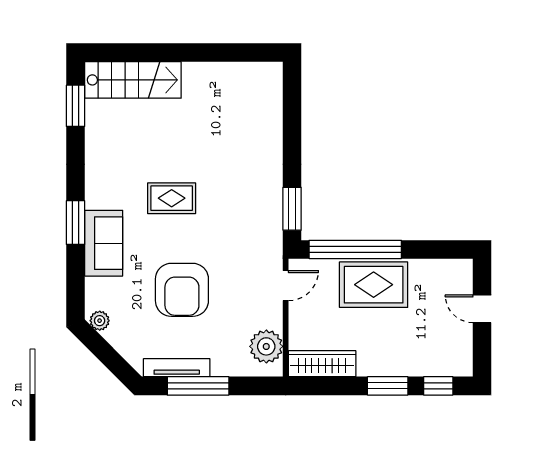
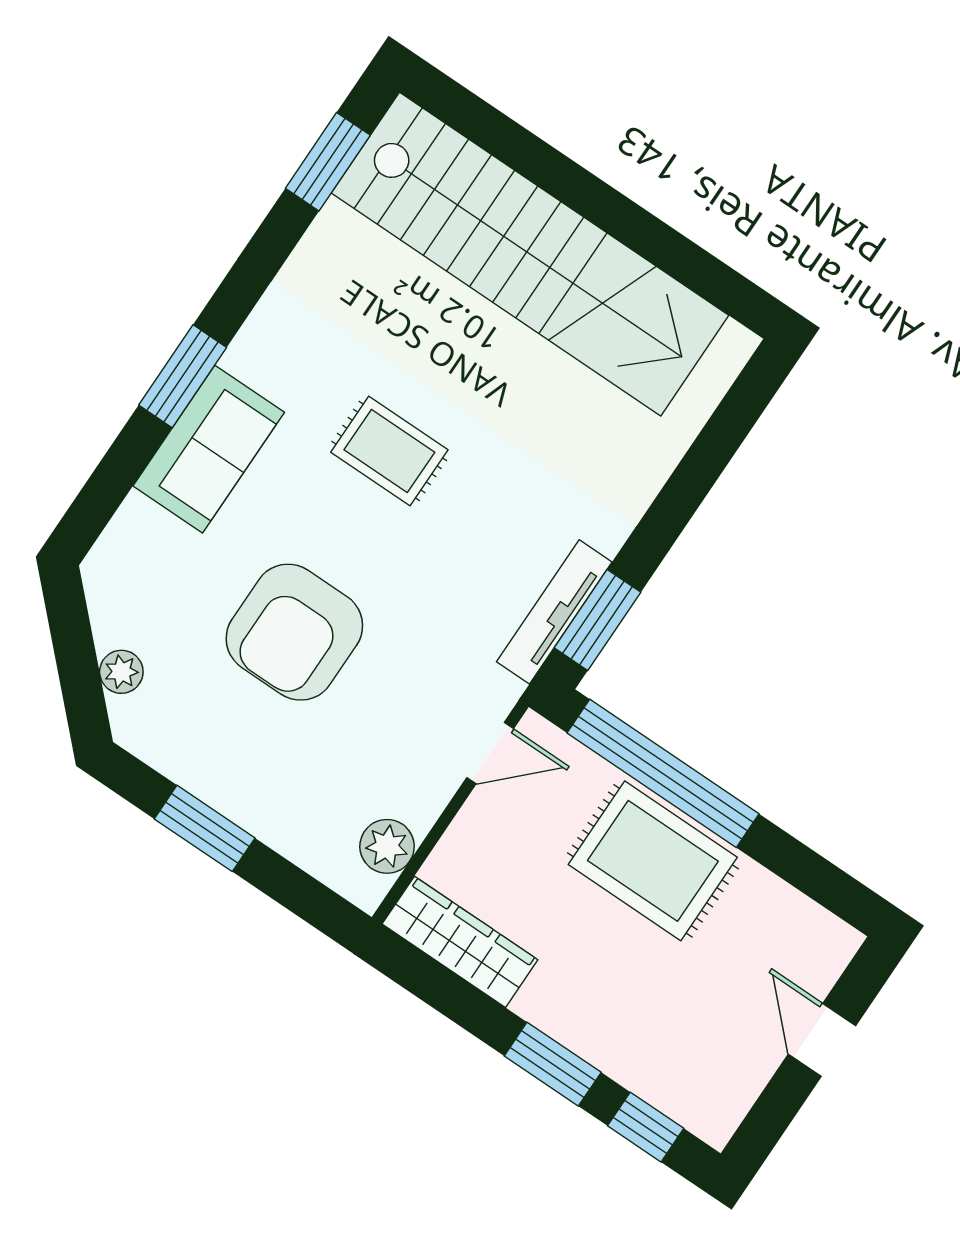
stairs: (133, 80) -> (530, 254), width x1.86, depth x1.51
plant: (100, 321) -> (121, 672), moved
plant: (266, 346) -> (387, 846), width x0.73, depth x0.73
tv unit: (177, 368) -> (554, 612), moved, turned -90
window: (198, 386) -> (205, 828), width x0.69

